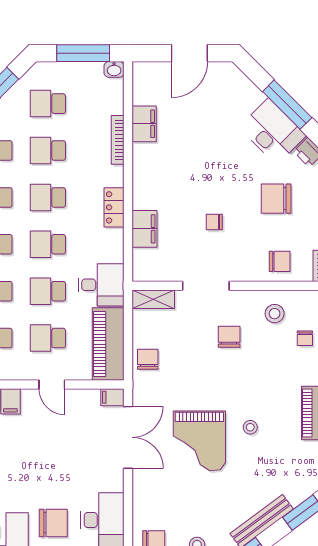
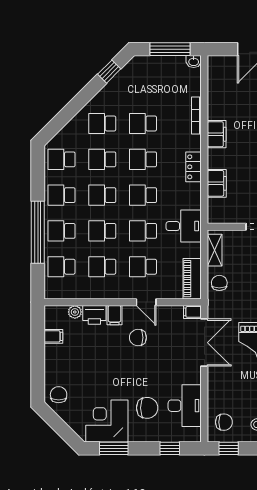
school desk: (48, 104) -> (143, 88), removed
filing cabinet: (144, 124) -> (217, 134), moved
shelving: (153, 299) -> (215, 250), moved, turned 90
piano: (108, 344) -> (192, 279), width x0.73, depth x0.75
chair: (41, 431) -> (138, 338), added

